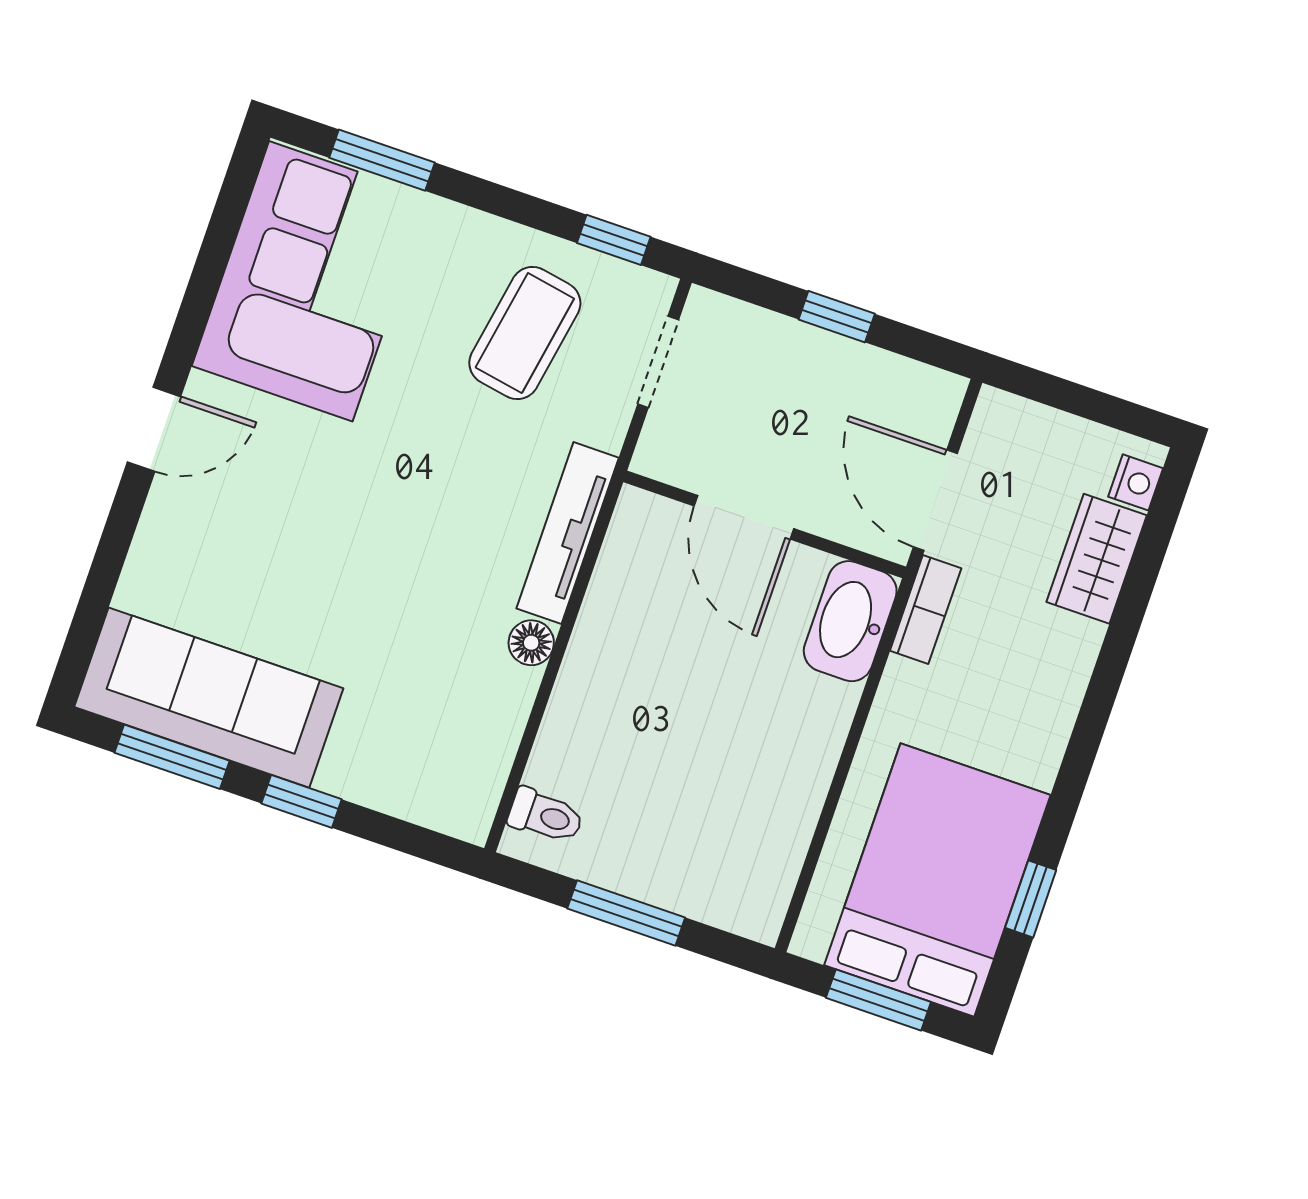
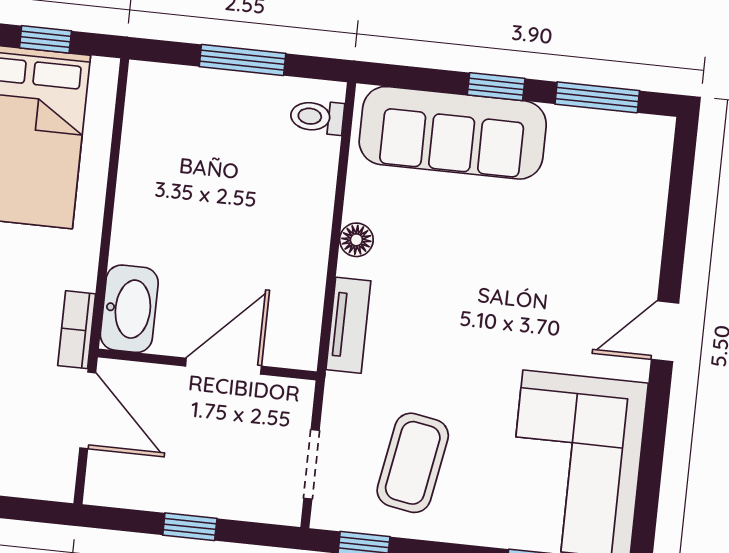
door: (744, 517) -> (223, 366), hinge flipped
tv unit: (568, 533) -> (348, 325), width x0.71
sofa: (209, 698) -> (453, 133), moved
window: (878, 1000) -> (45, 39), width x0.67

